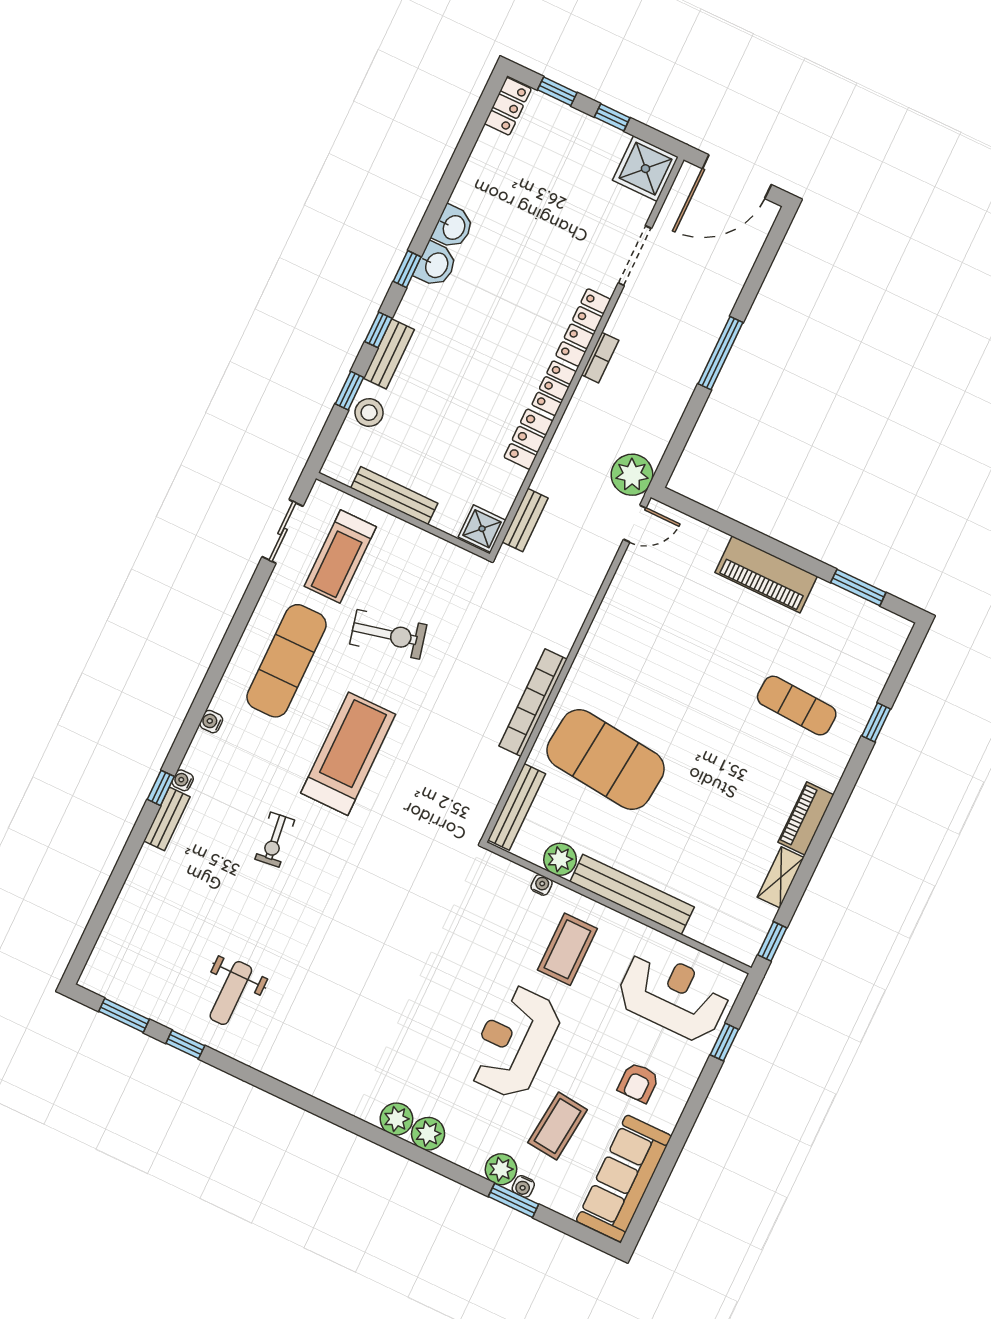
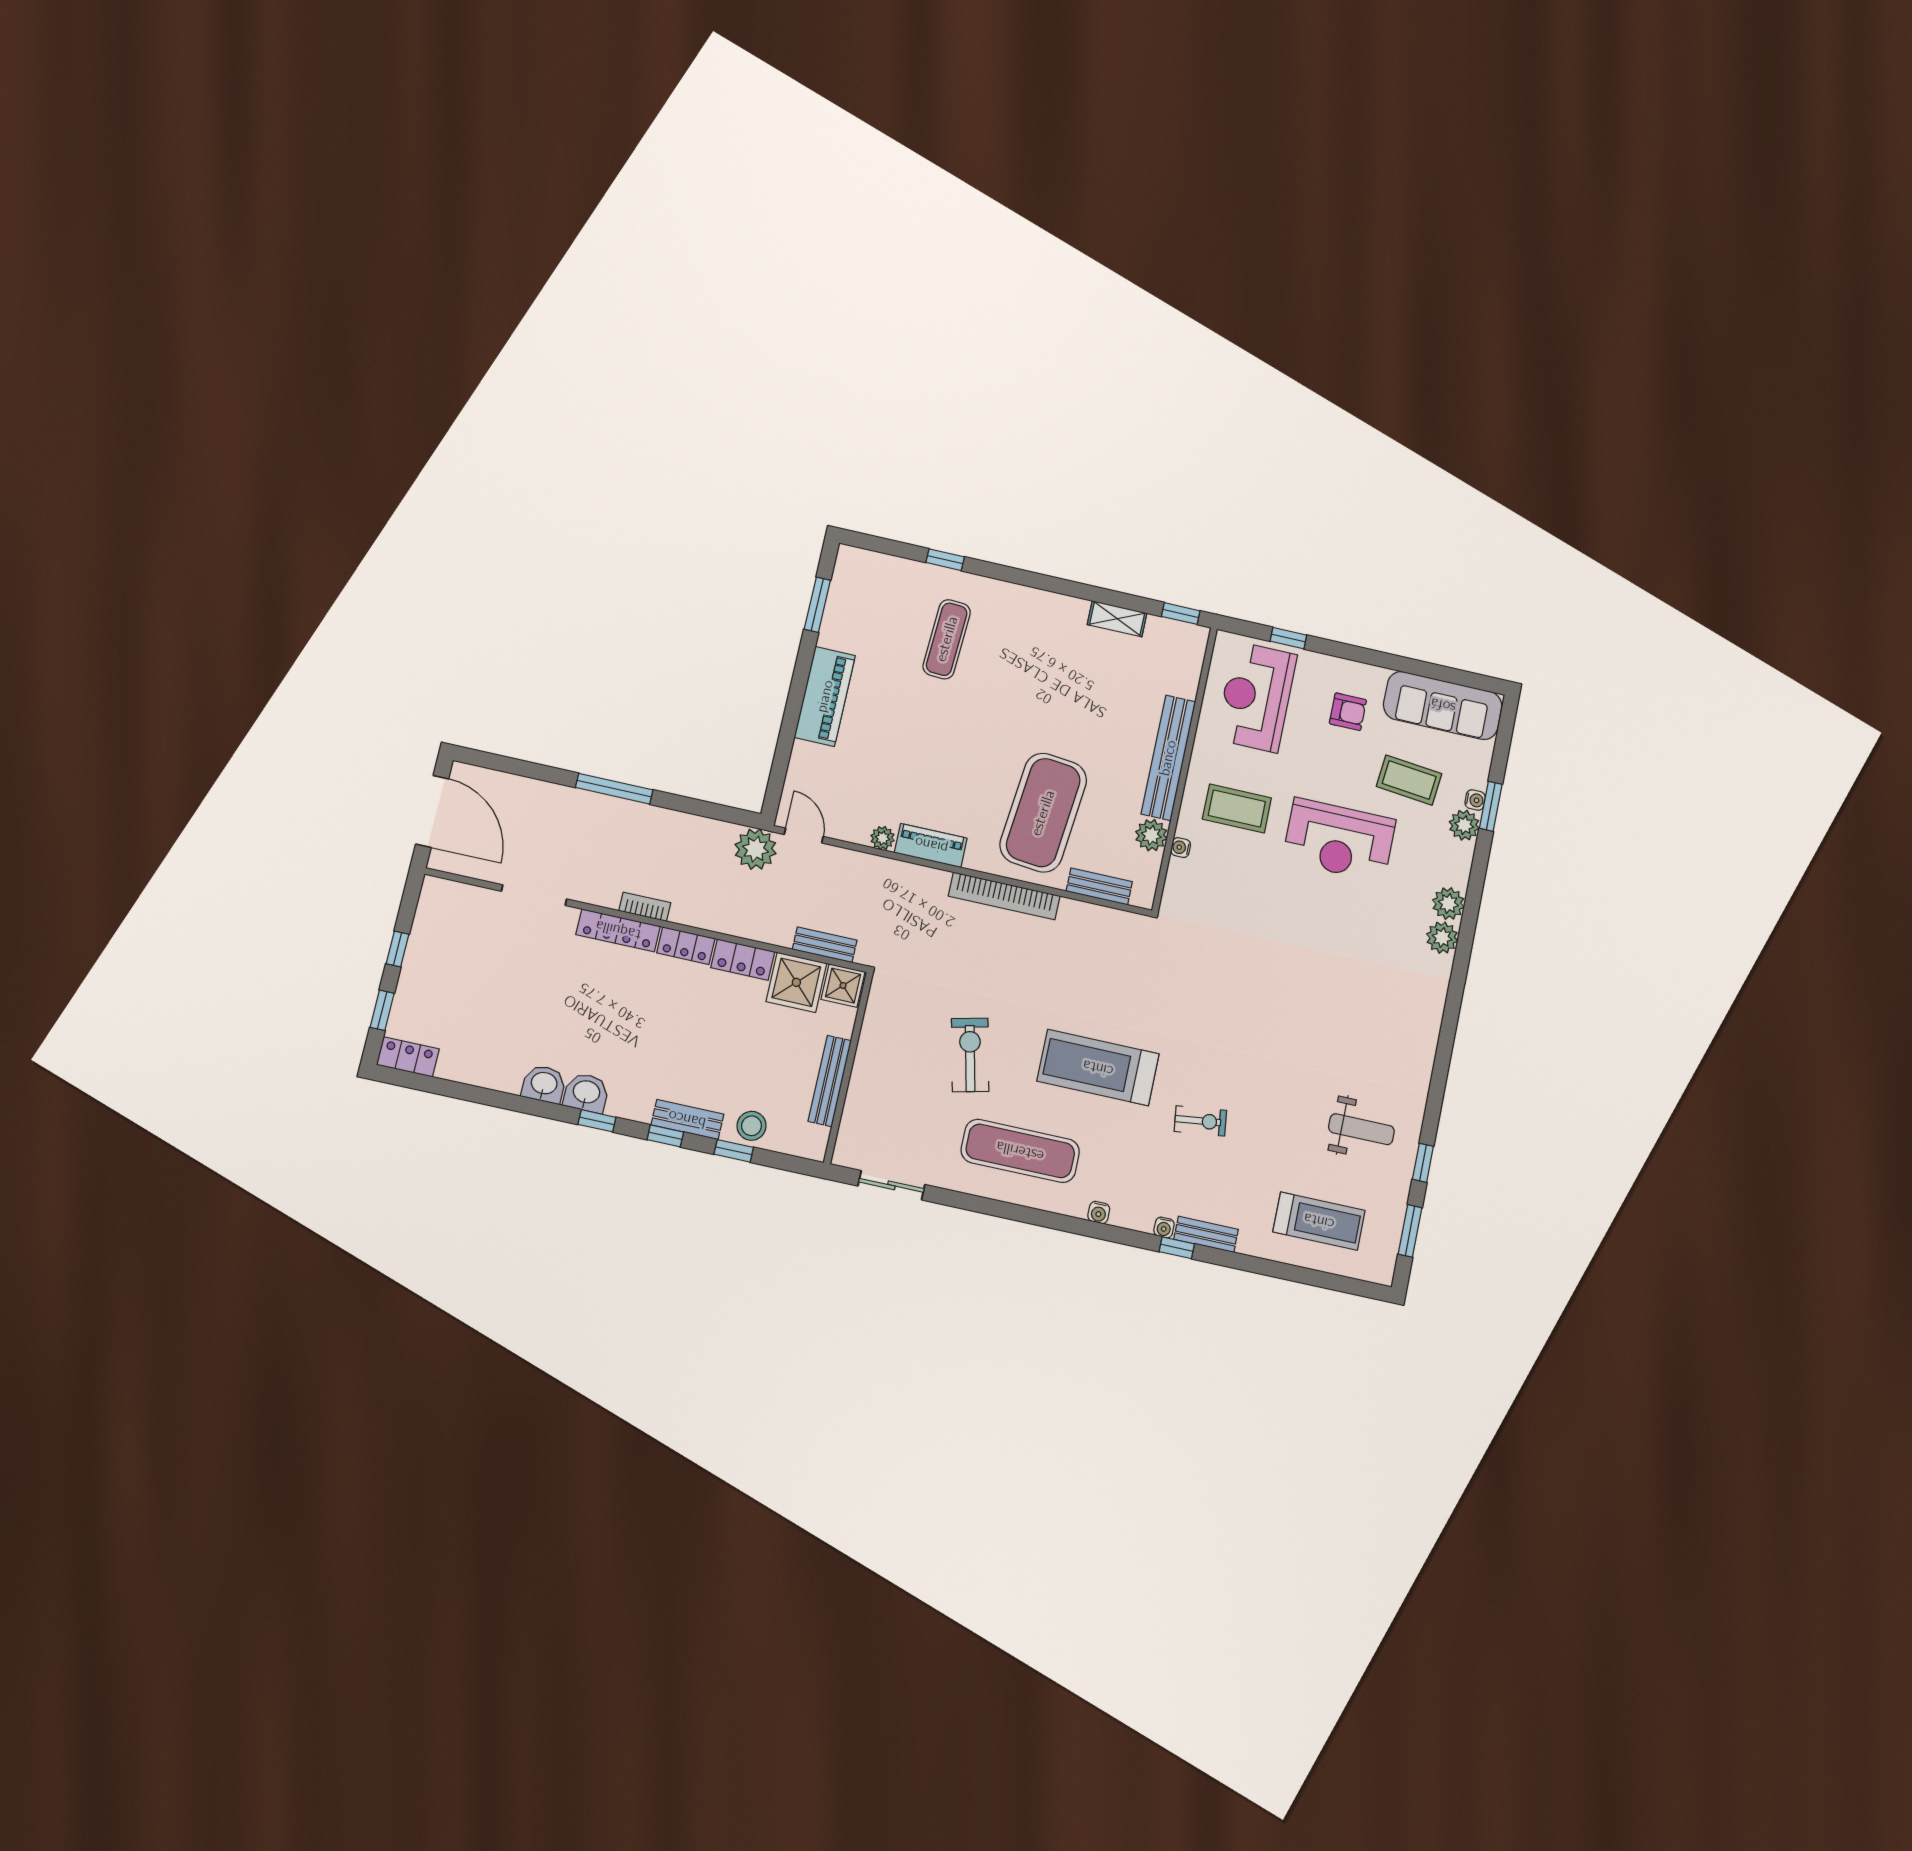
shower: (645, 169) -> (796, 982), moved
treadmill: (340, 557) -> (1319, 1221), moved
plant: (615, 599) -> (883, 838), added
bench: (517, 807) -> (1099, 886), width x0.73
piano: (806, 818) -> (931, 845), moved, turned 180

